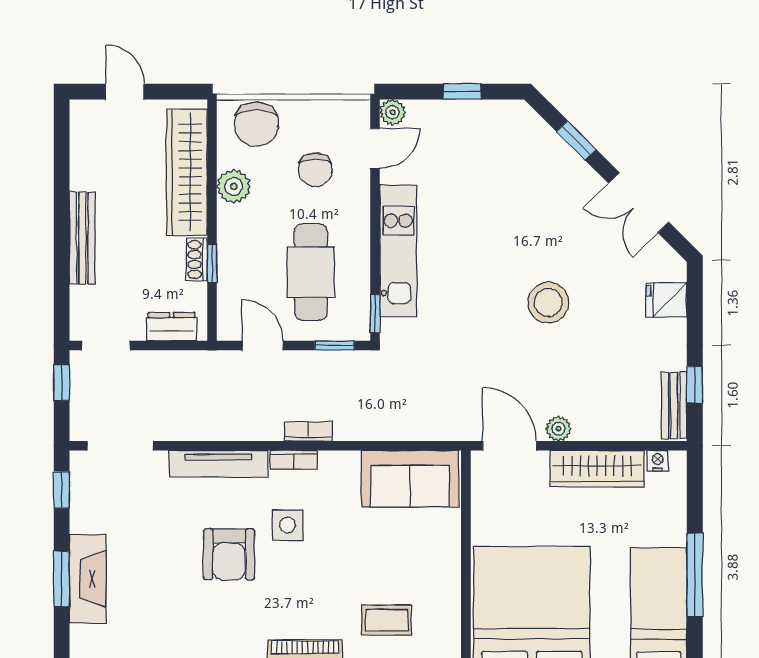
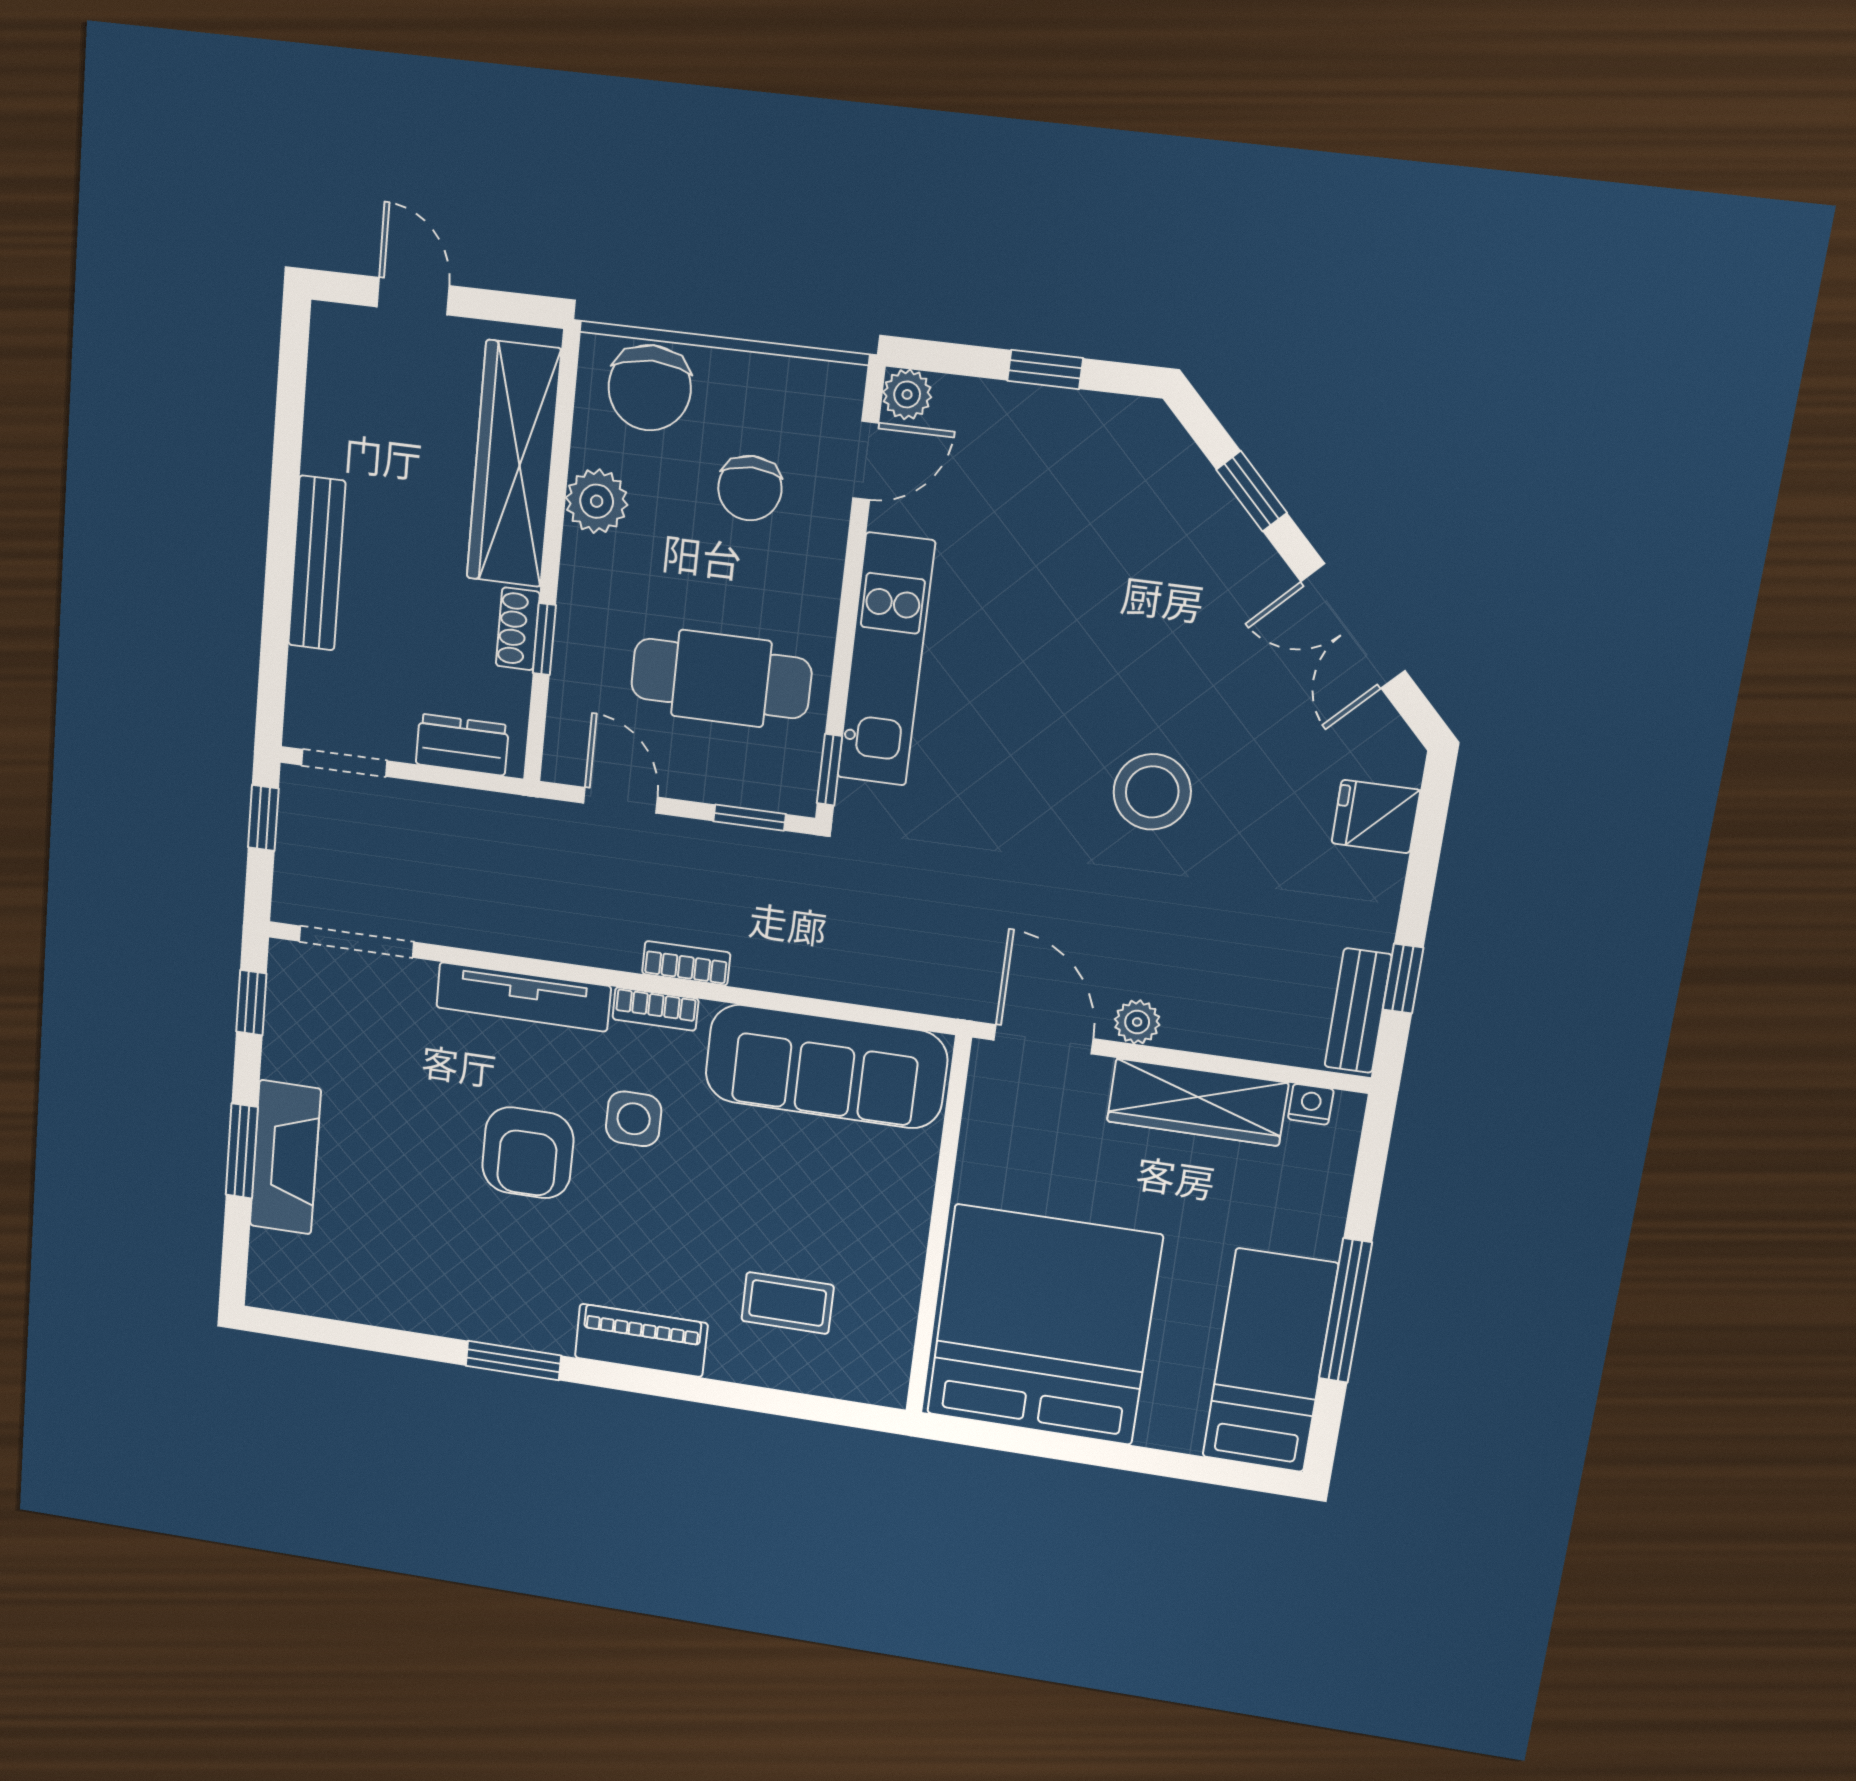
cafe table: (311, 272) -> (721, 679), turned 90
sofa: (410, 479) -> (826, 1067), width x1.36

